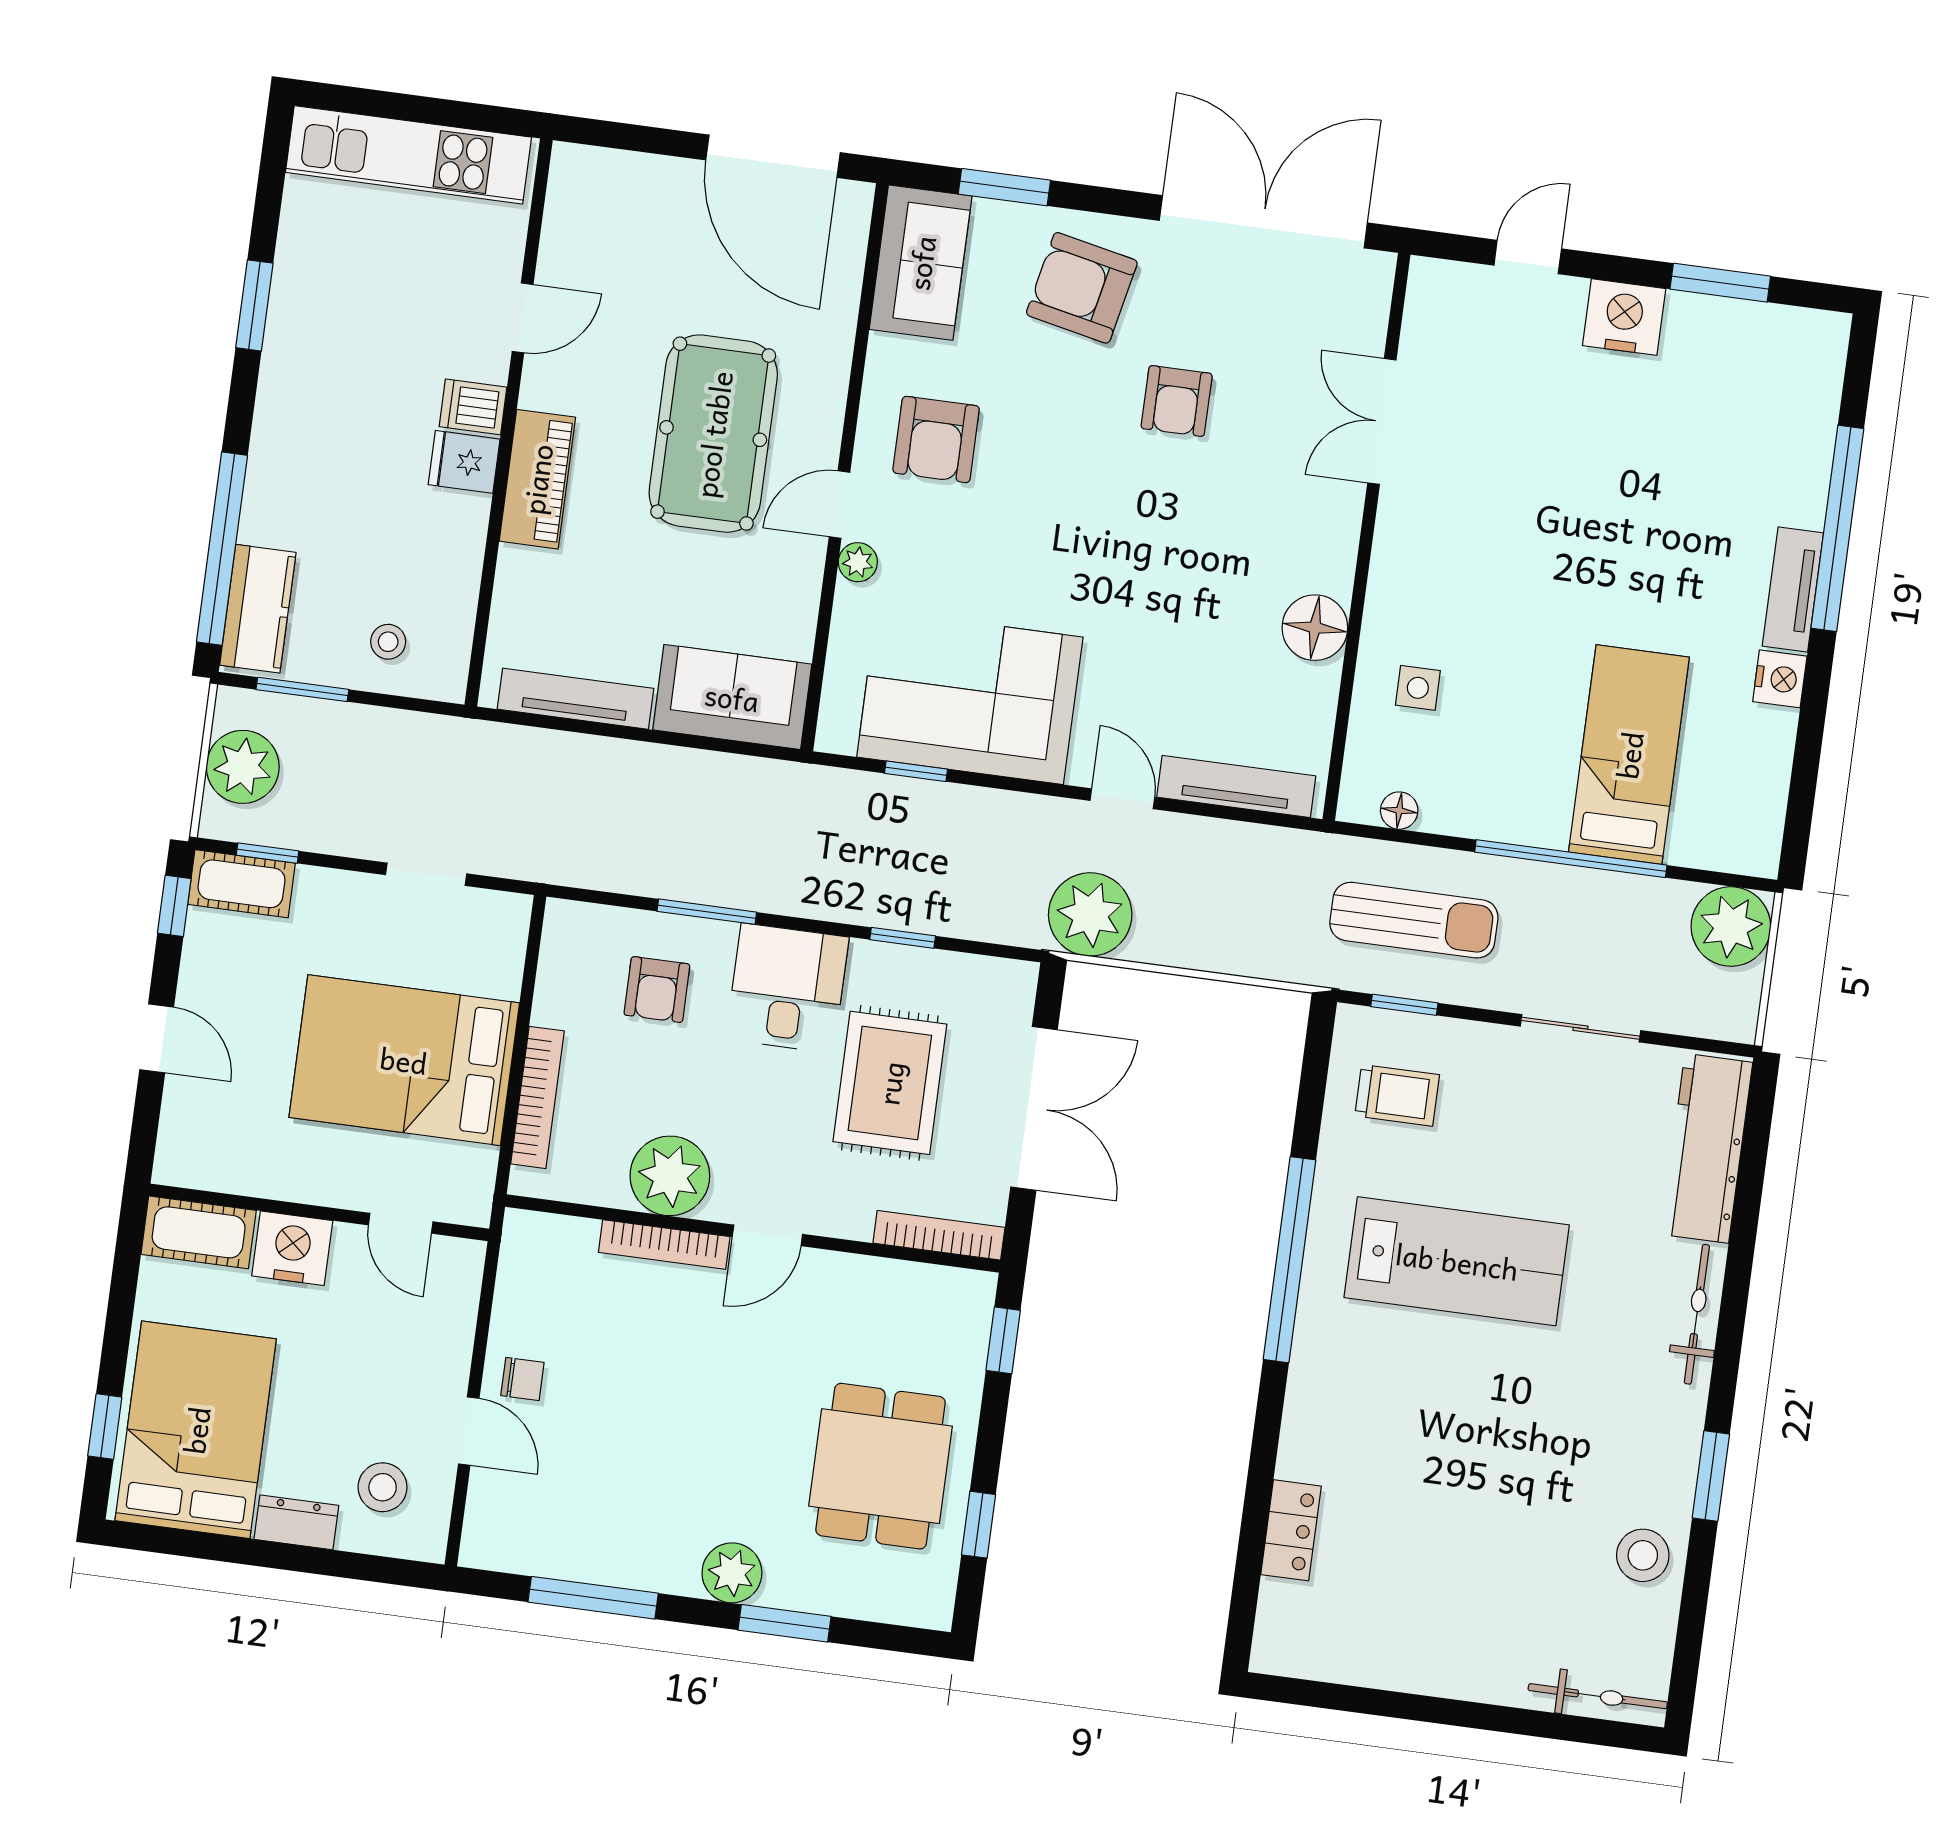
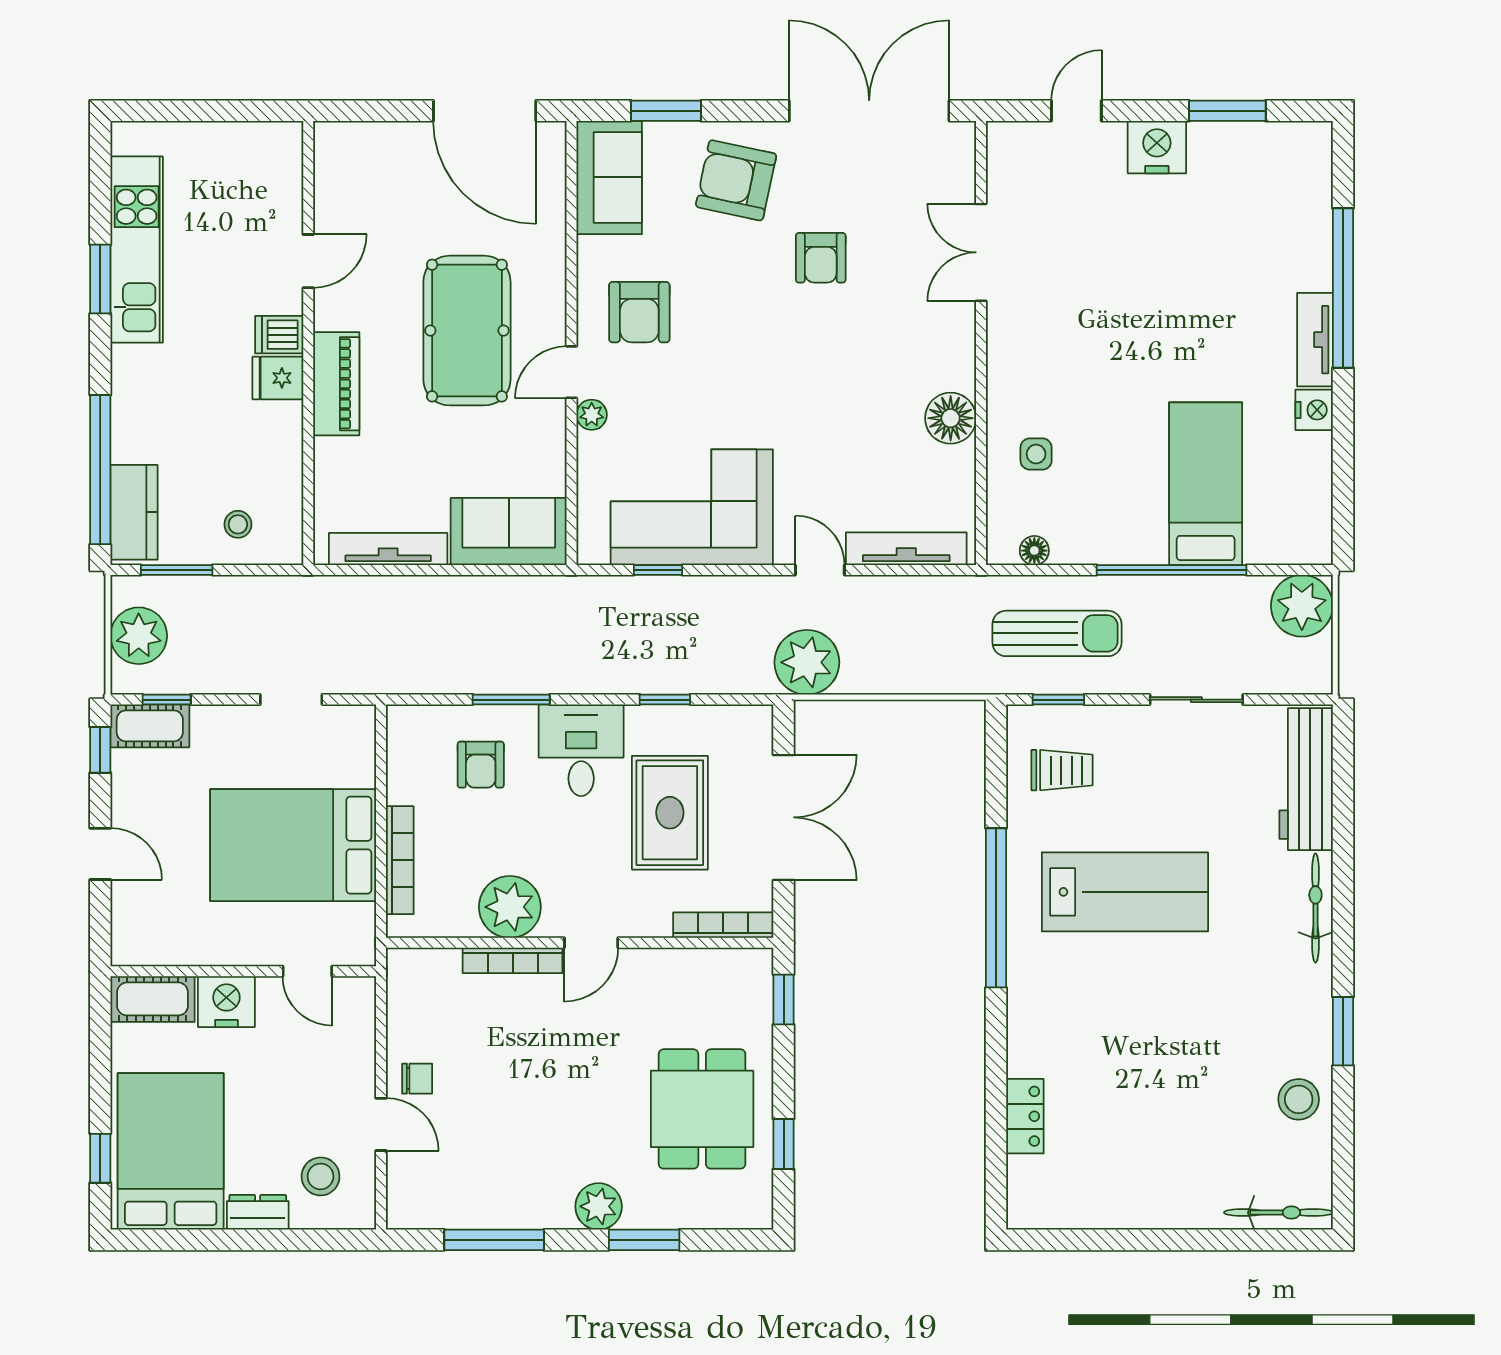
kitchen unit: (408, 155) -> (137, 250), moved, turned -90

